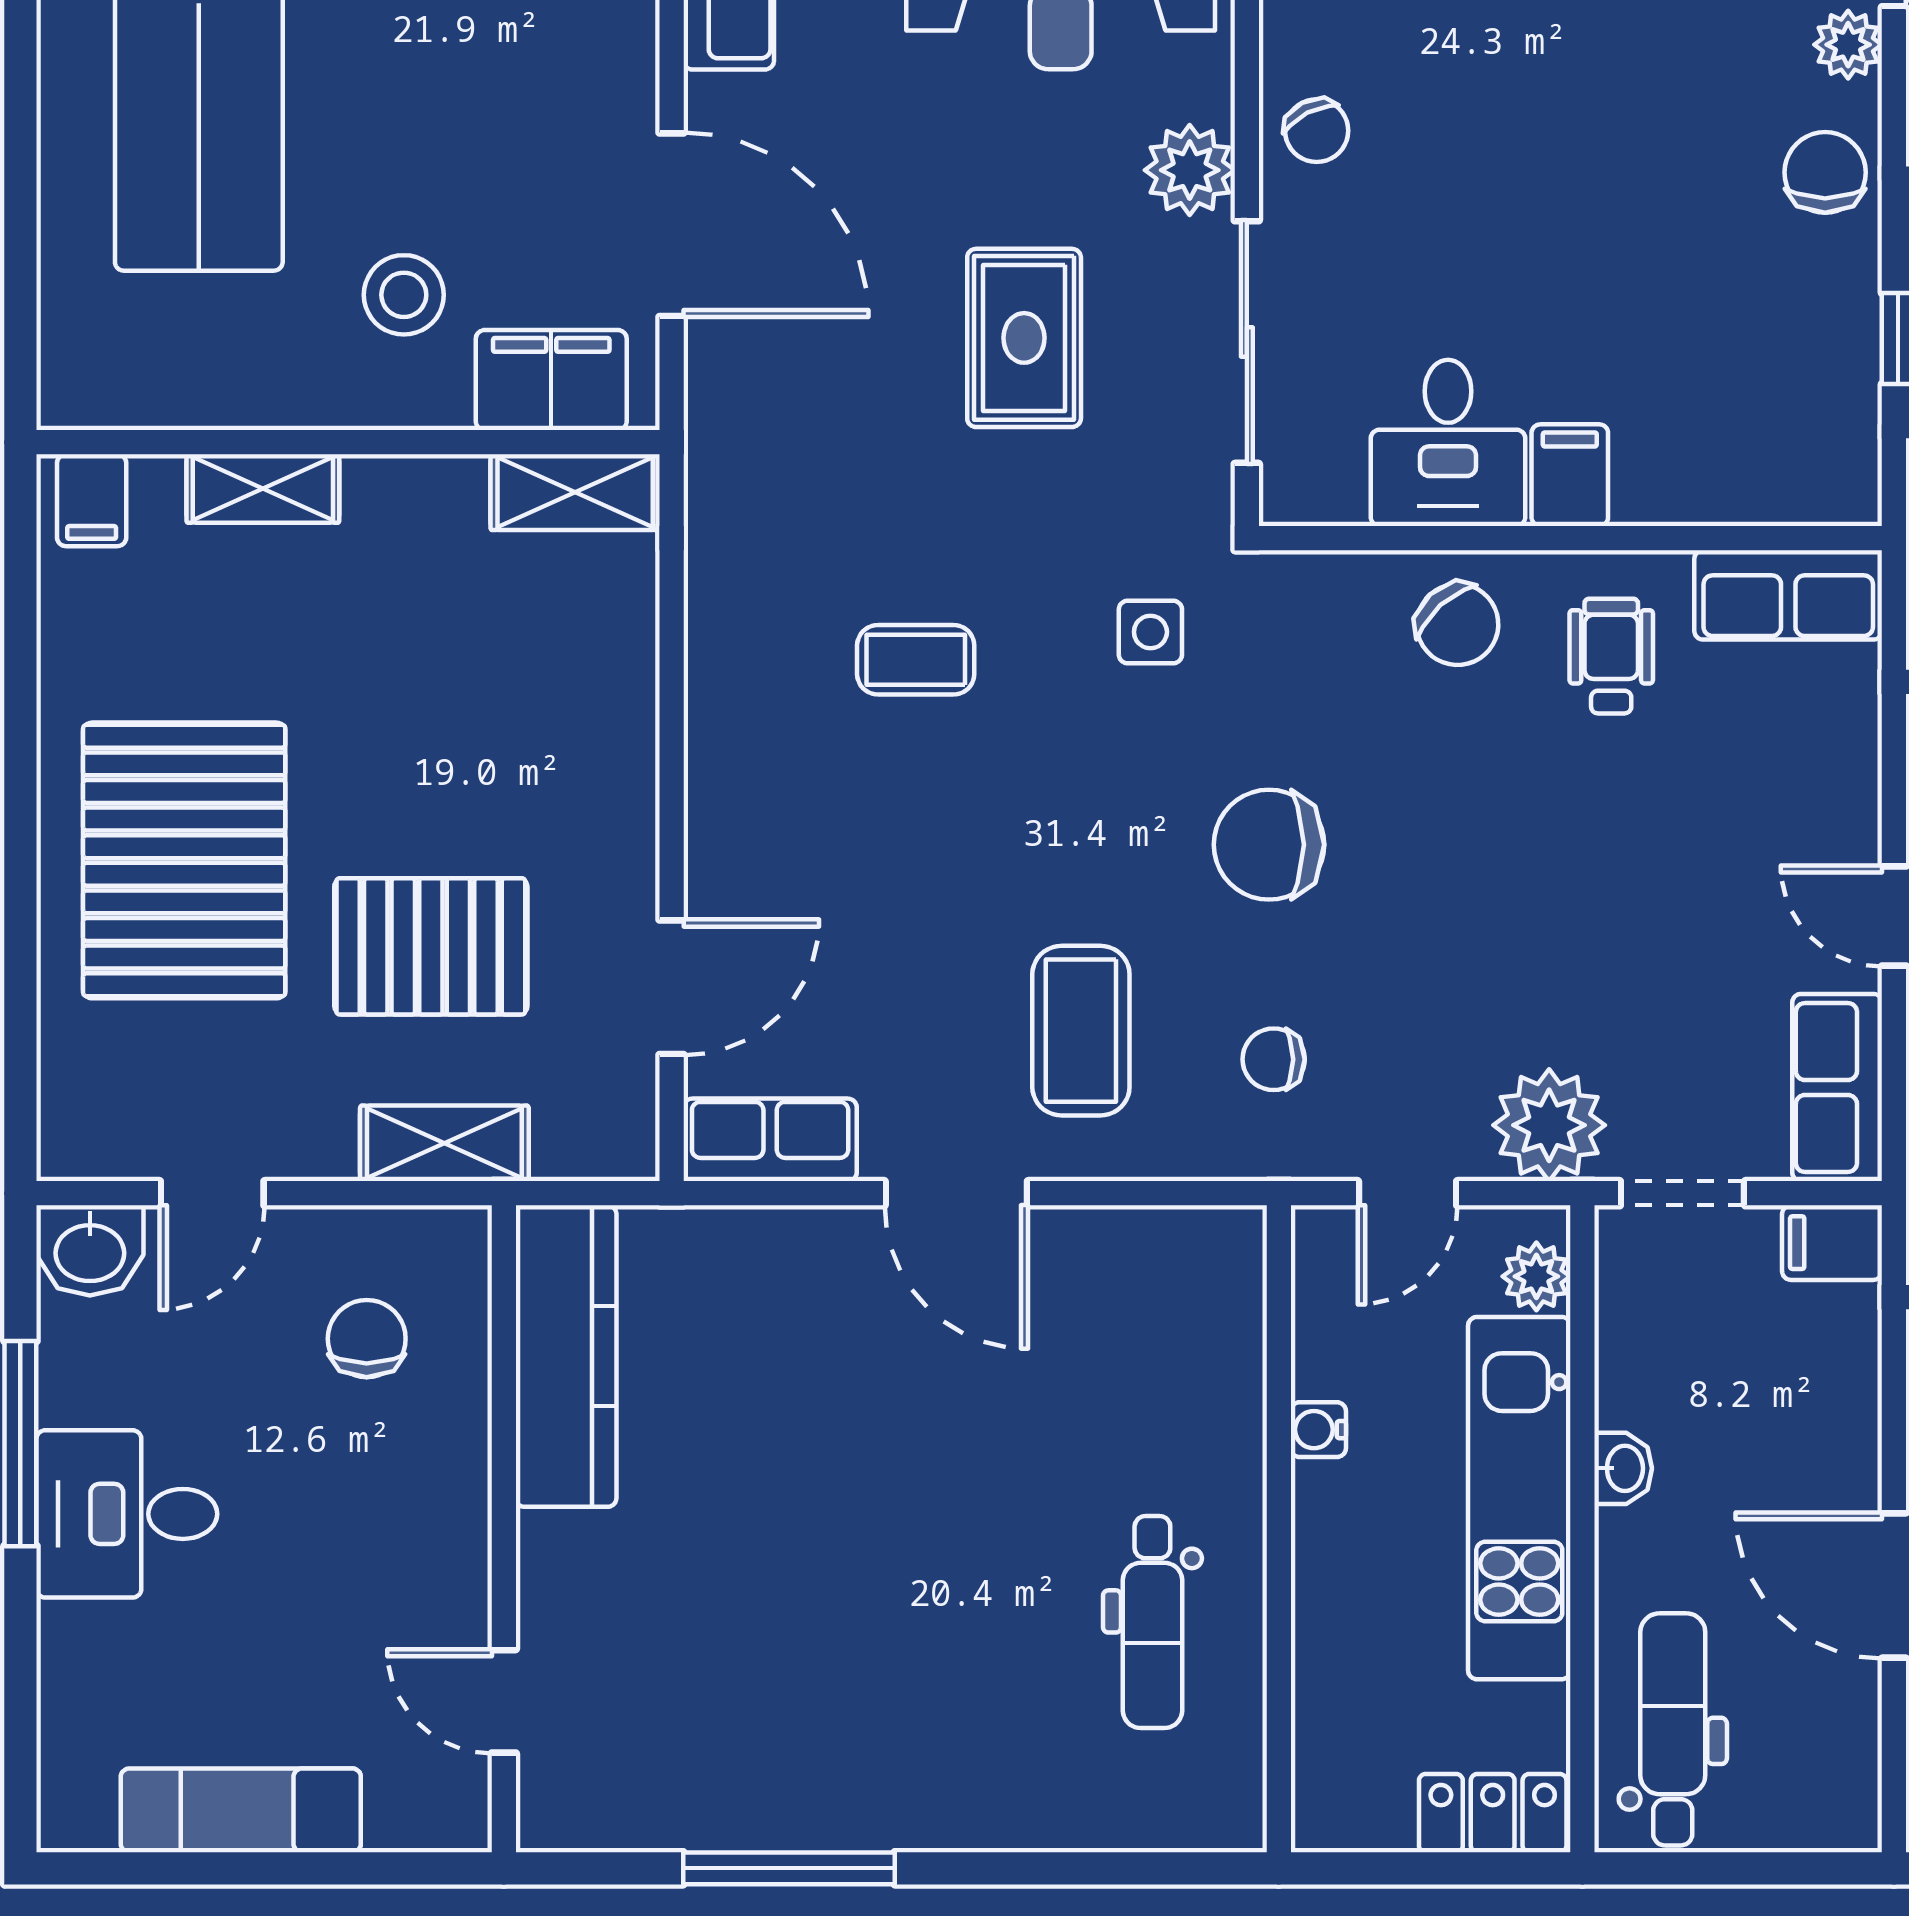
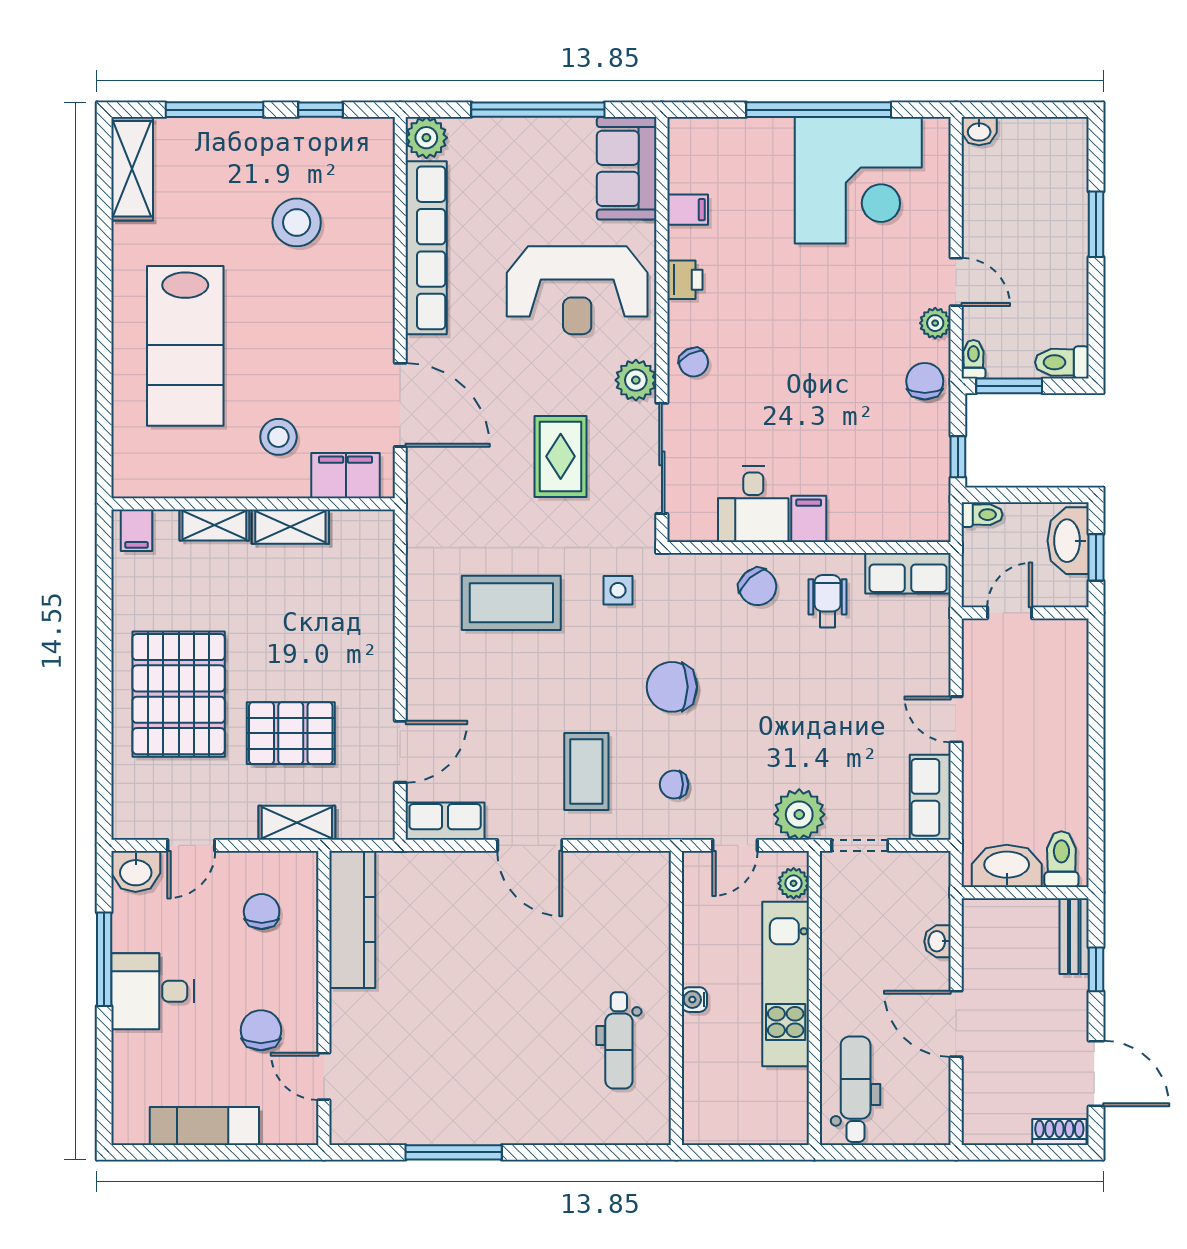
shelving: (575, 492) -> (290, 527), moved
coffee table: (916, 660) -> (511, 603), width x1.86, depth x1.72
filing cabinet: (1832, 1243) -> (928, 868), removed
water cooler: (1318, 1430) -> (694, 1000), moved
washbasin: (1623, 1468) -> (938, 941), moved, turned 180
chair: (365, 1600) -> (261, 1030), added
locker: (1493, 1813) -> (774, 1127), removed

